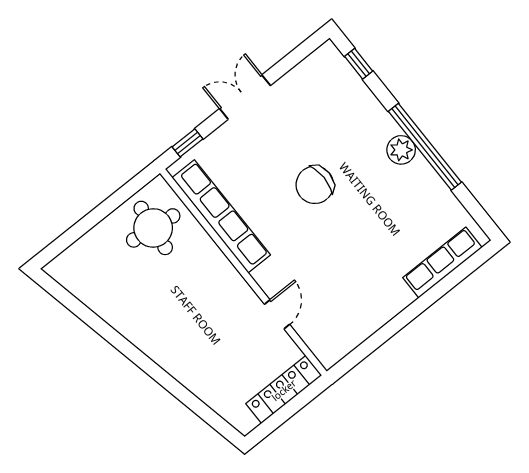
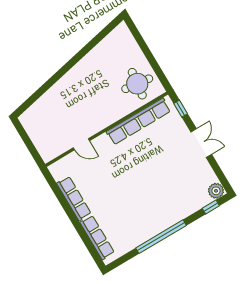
plant: (401, 150) -> (216, 191), moved
chair: (315, 185) -> (149, 174), removed
row of seats: (377, 314) -> (74, 198), added
locker: (284, 390) -> (40, 142), removed

